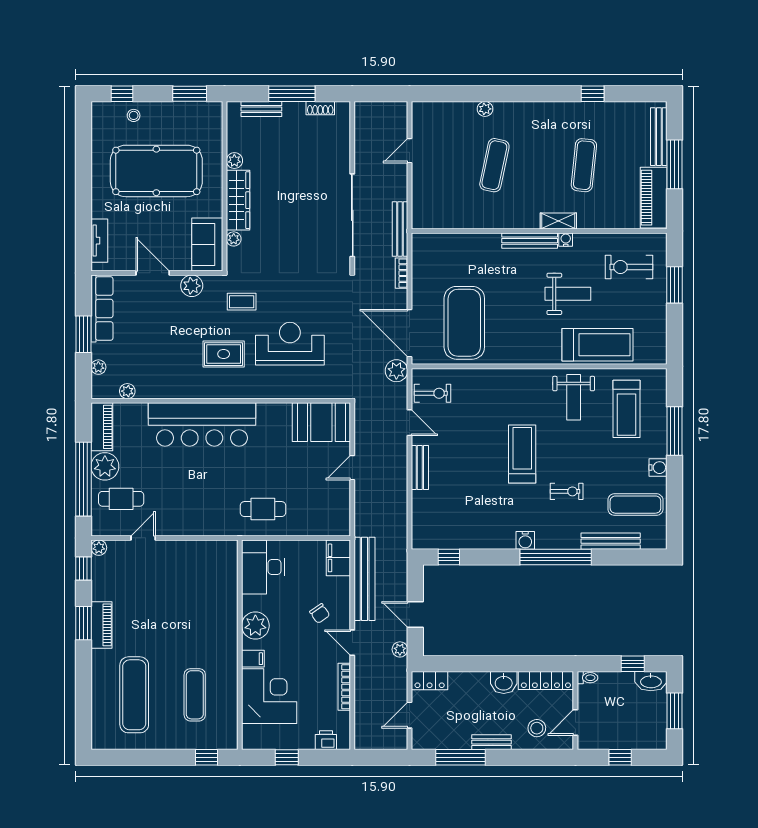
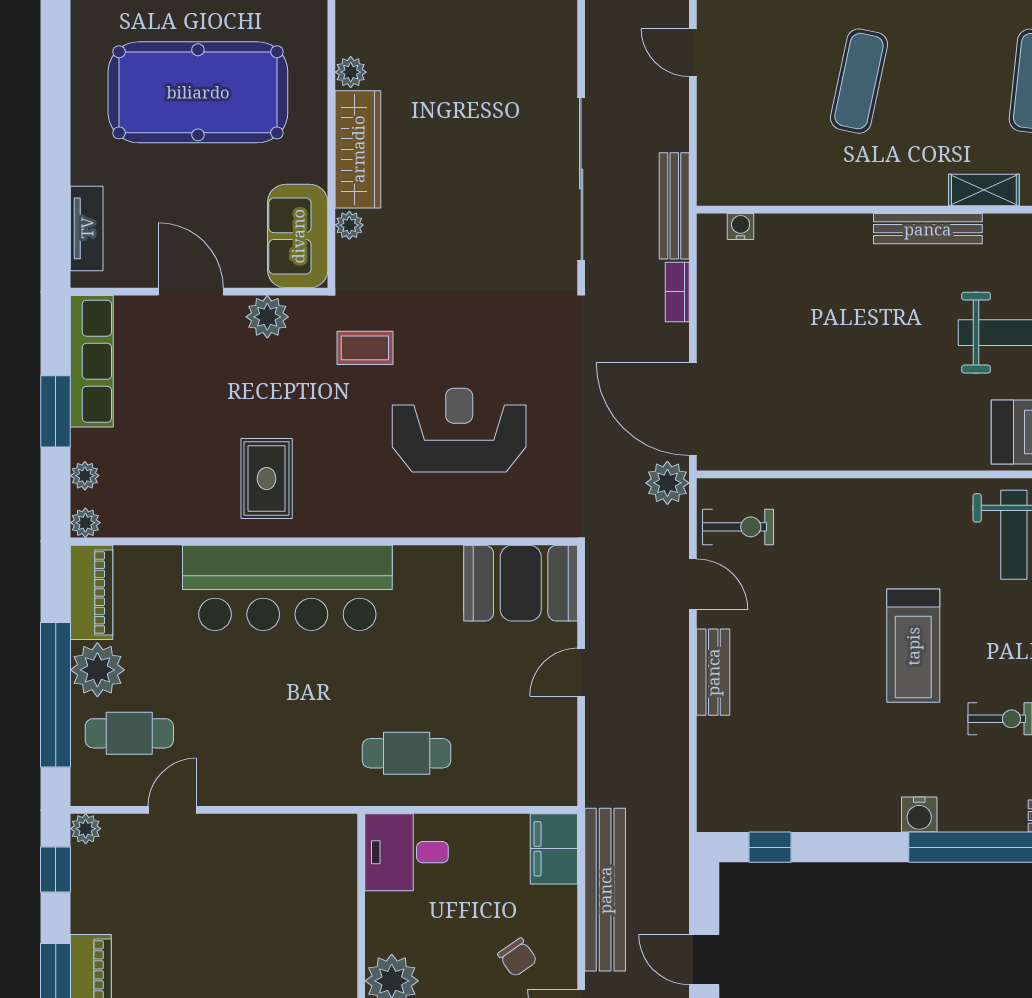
door: (409, 151) -> (693, 53), hinge flipped
water cooler: (566, 240) -> (741, 227), moved
exercise mat: (464, 323) -> (800, 389), removed
rug: (224, 354) -> (267, 479), moved, turned 90
plant: (127, 391) -> (85, 523), moved
treadmill: (522, 454) -> (913, 646), turned 180
desk: (263, 567) -> (407, 852), width x0.73

